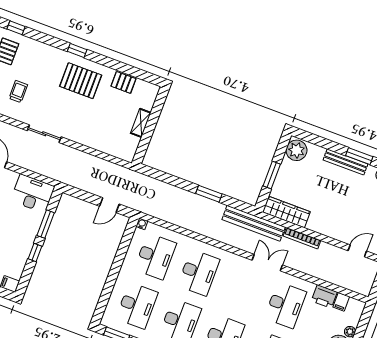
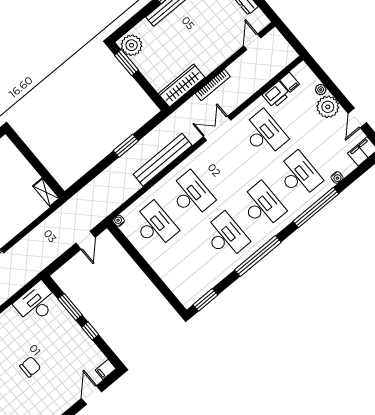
shelving: (141, 123) -> (46, 192), moved
window: (272, 175) -> (127, 63), moved
bench: (254, 223) -> (163, 160), moved
desk: (137, 306) -> (189, 267), removed

